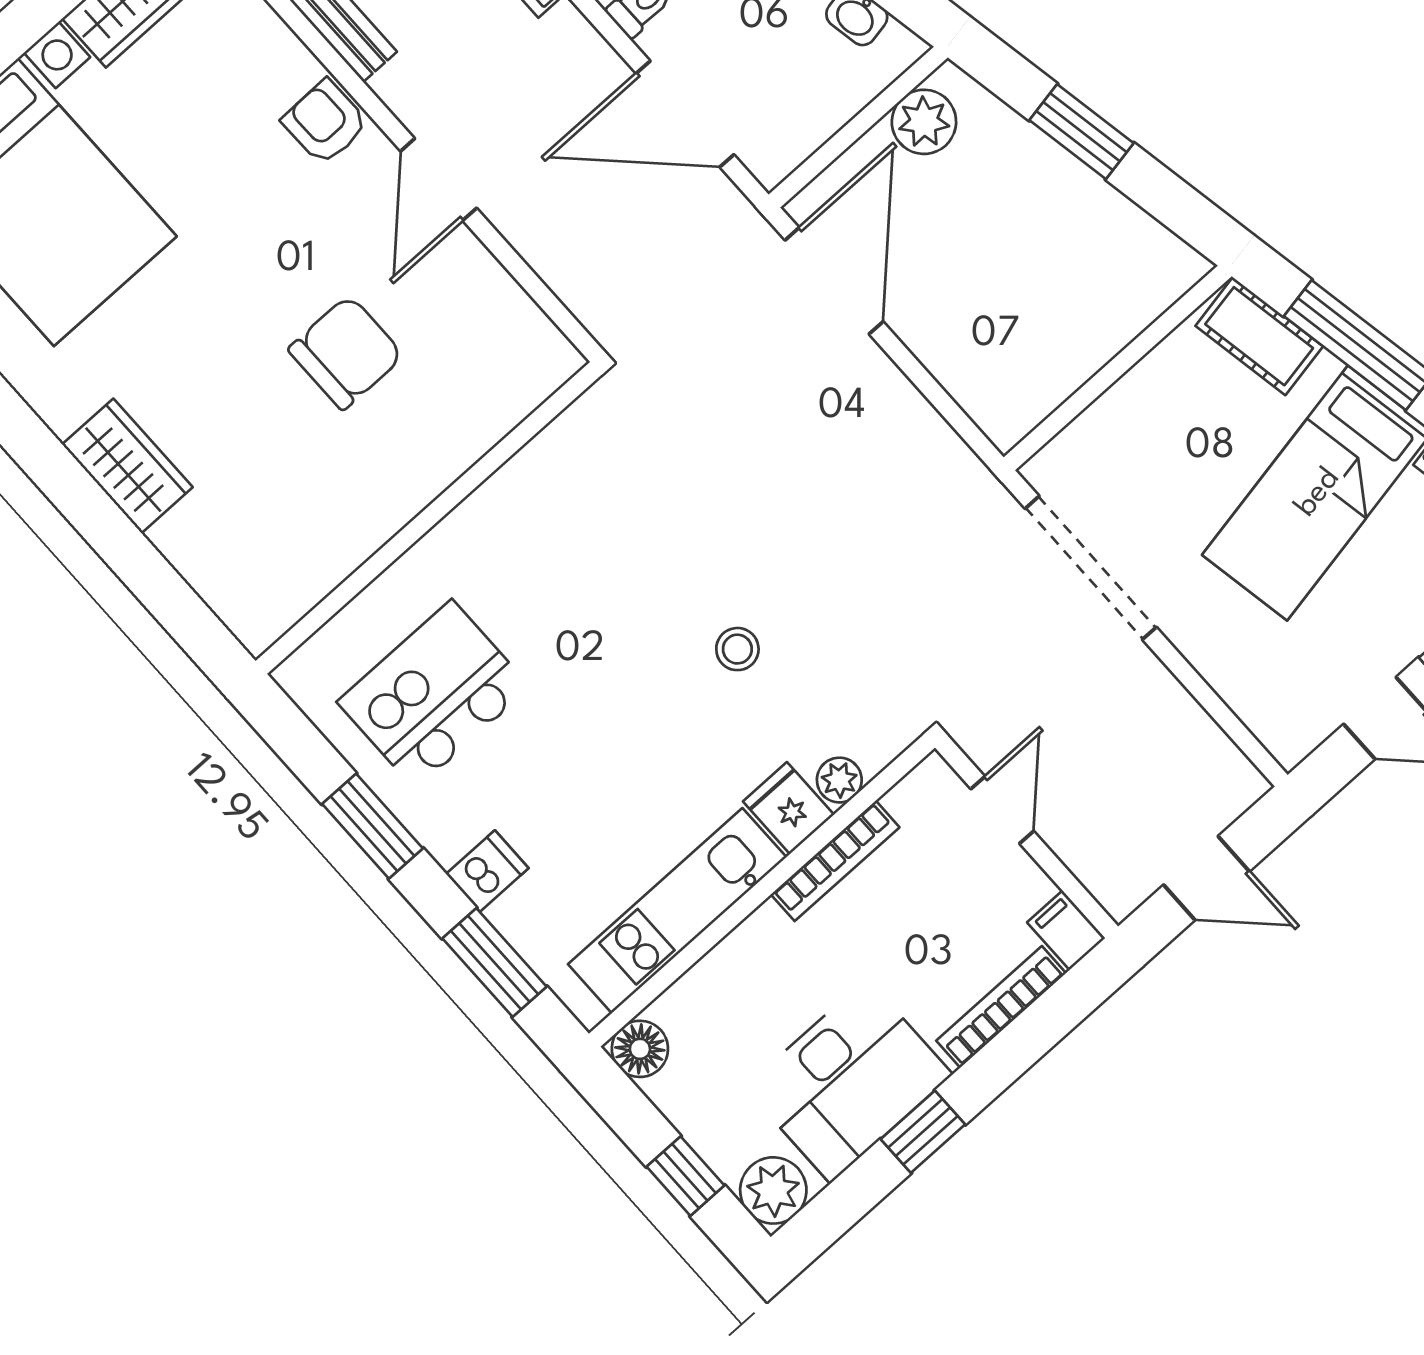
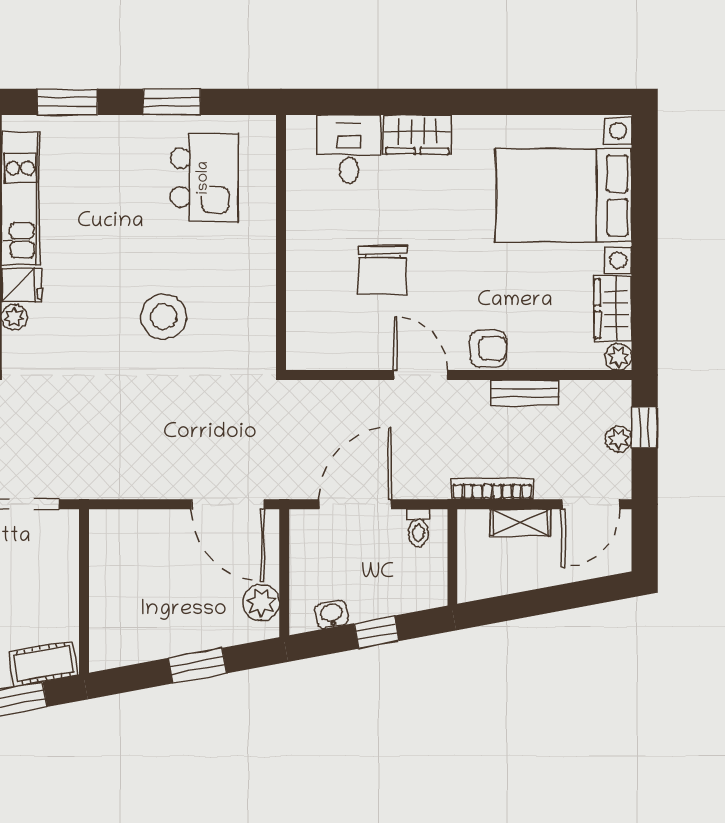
desk: (227, 538) -> (349, 149), added
stool: (737, 649) -> (164, 317), moved, width x1.89, depth x1.89
dishwasher: (487, 871) -> (109, 133), removed

